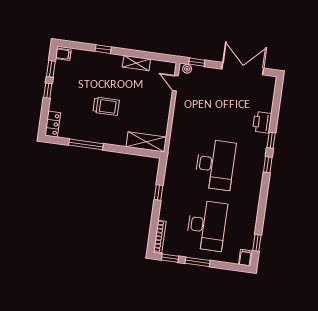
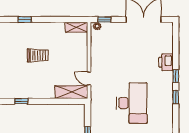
shelving: (136, 63) -> (77, 27), moved
door: (175, 83) -> (89, 79), moved
trolley: (106, 106) -> (38, 55), moved
window: (86, 144) -> (21, 101), width x0.46

